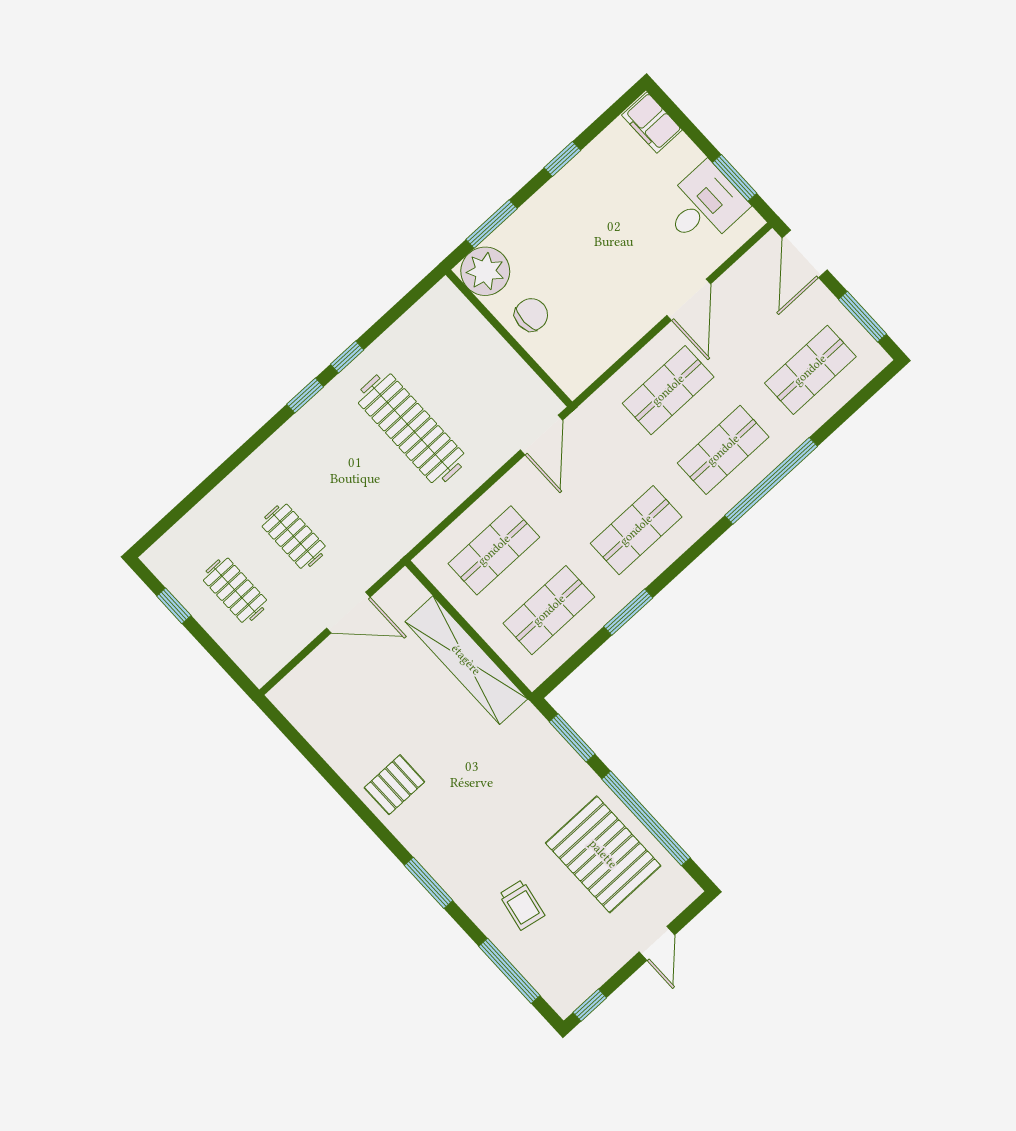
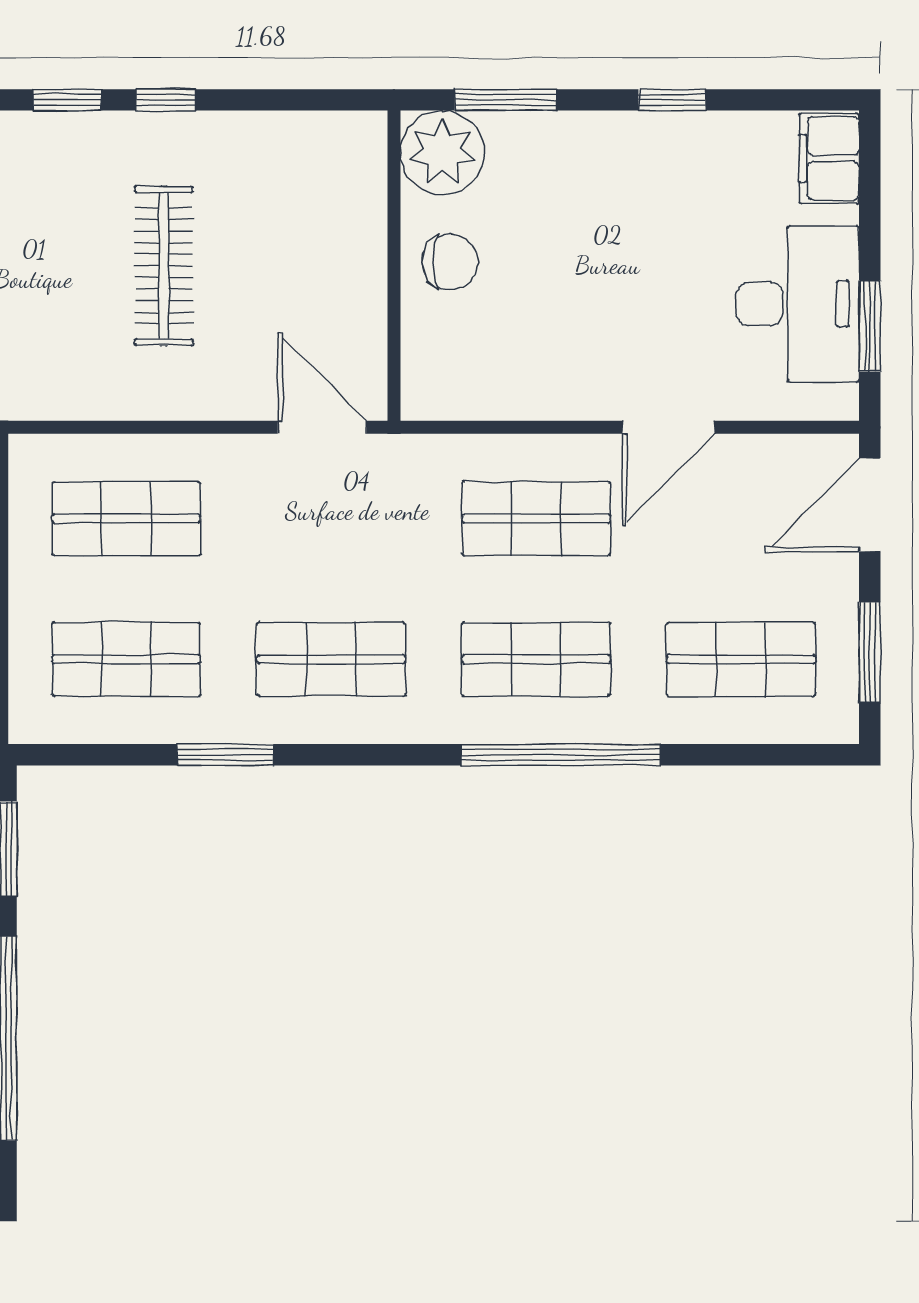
desk: (704, 206) -> (798, 304), width x1.37
clothes rail: (411, 428) -> (164, 266), width x0.73, depth x0.76
door: (542, 435) -> (322, 427), swing flipped

